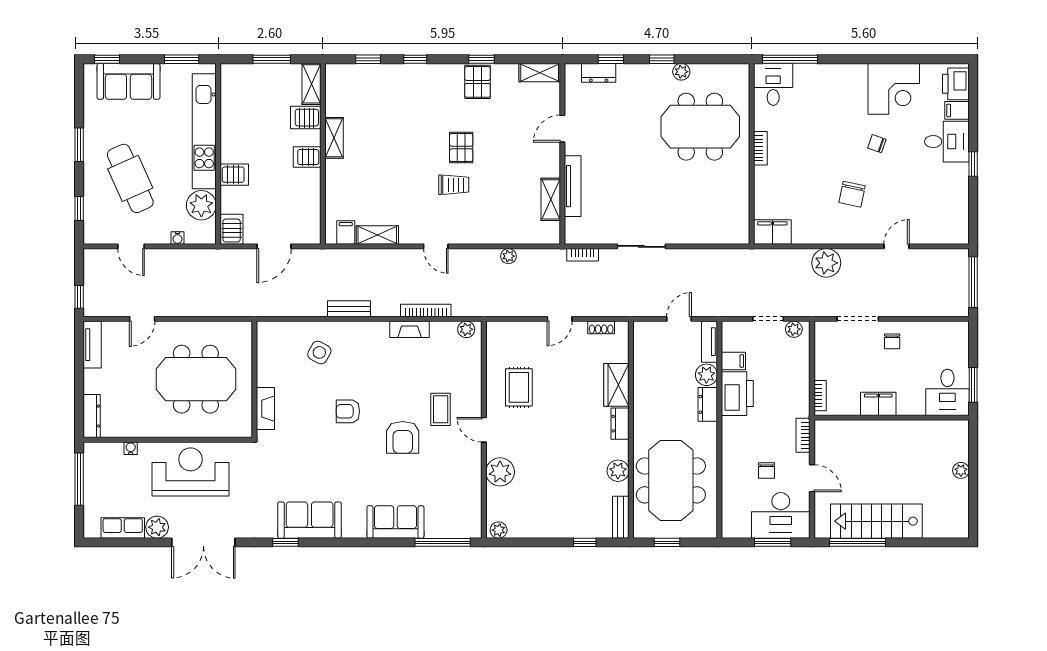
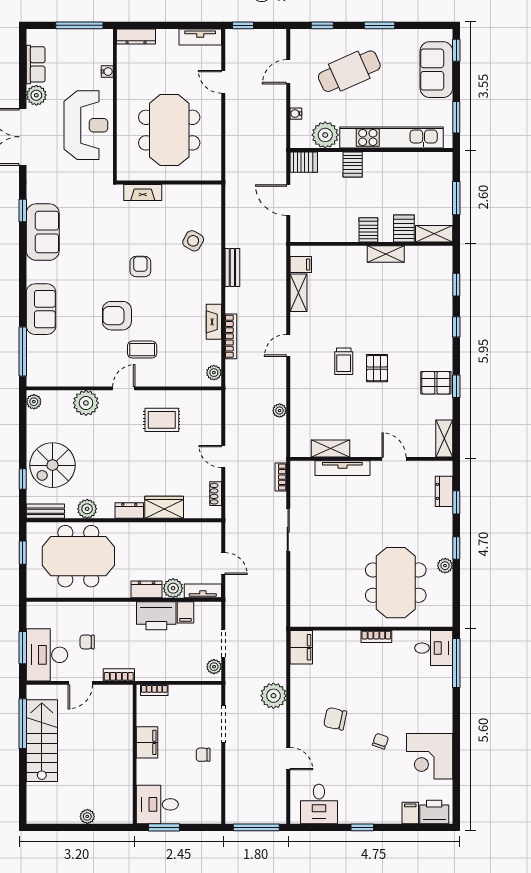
desk: (947, 142) -> (319, 804), moved
pallet: (461, 148) -> (377, 368), turned 90
spiral stairs: (569, 509) -> (52, 465), added

